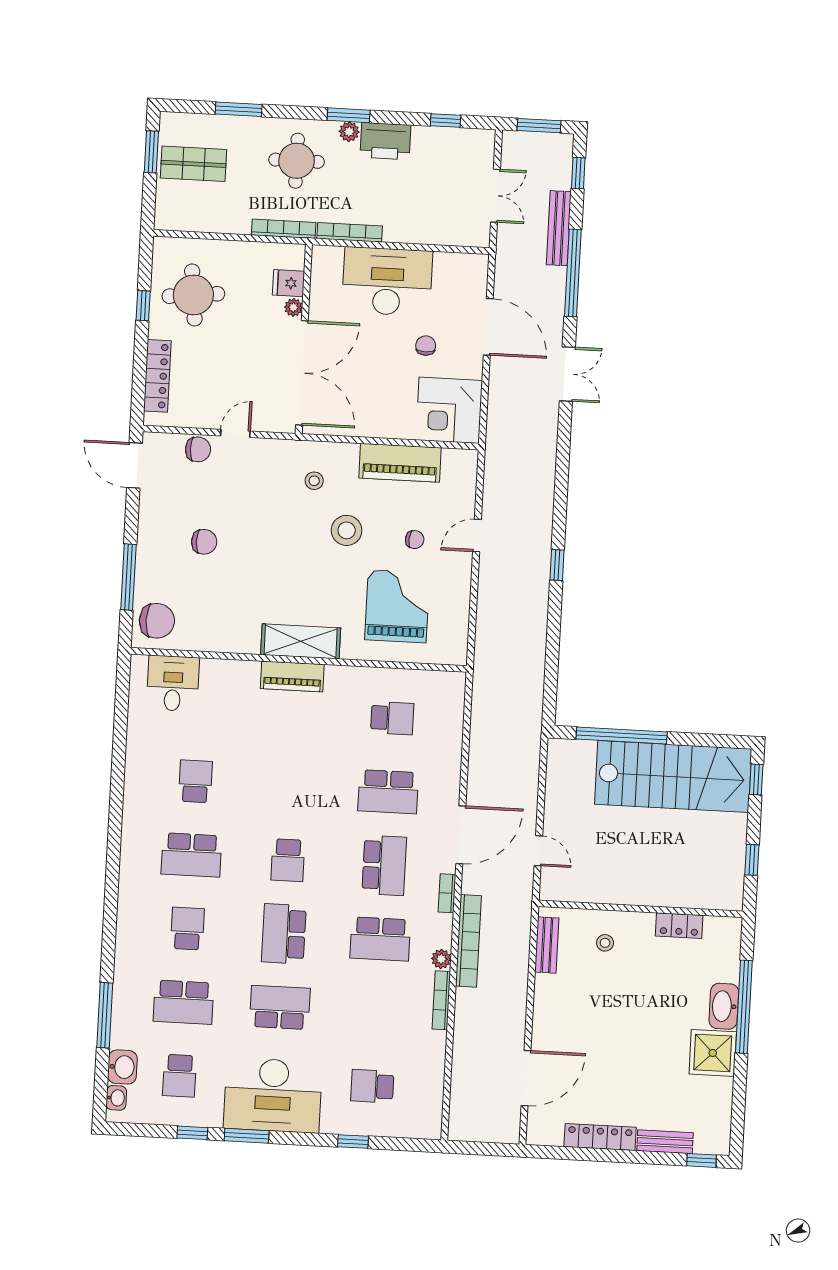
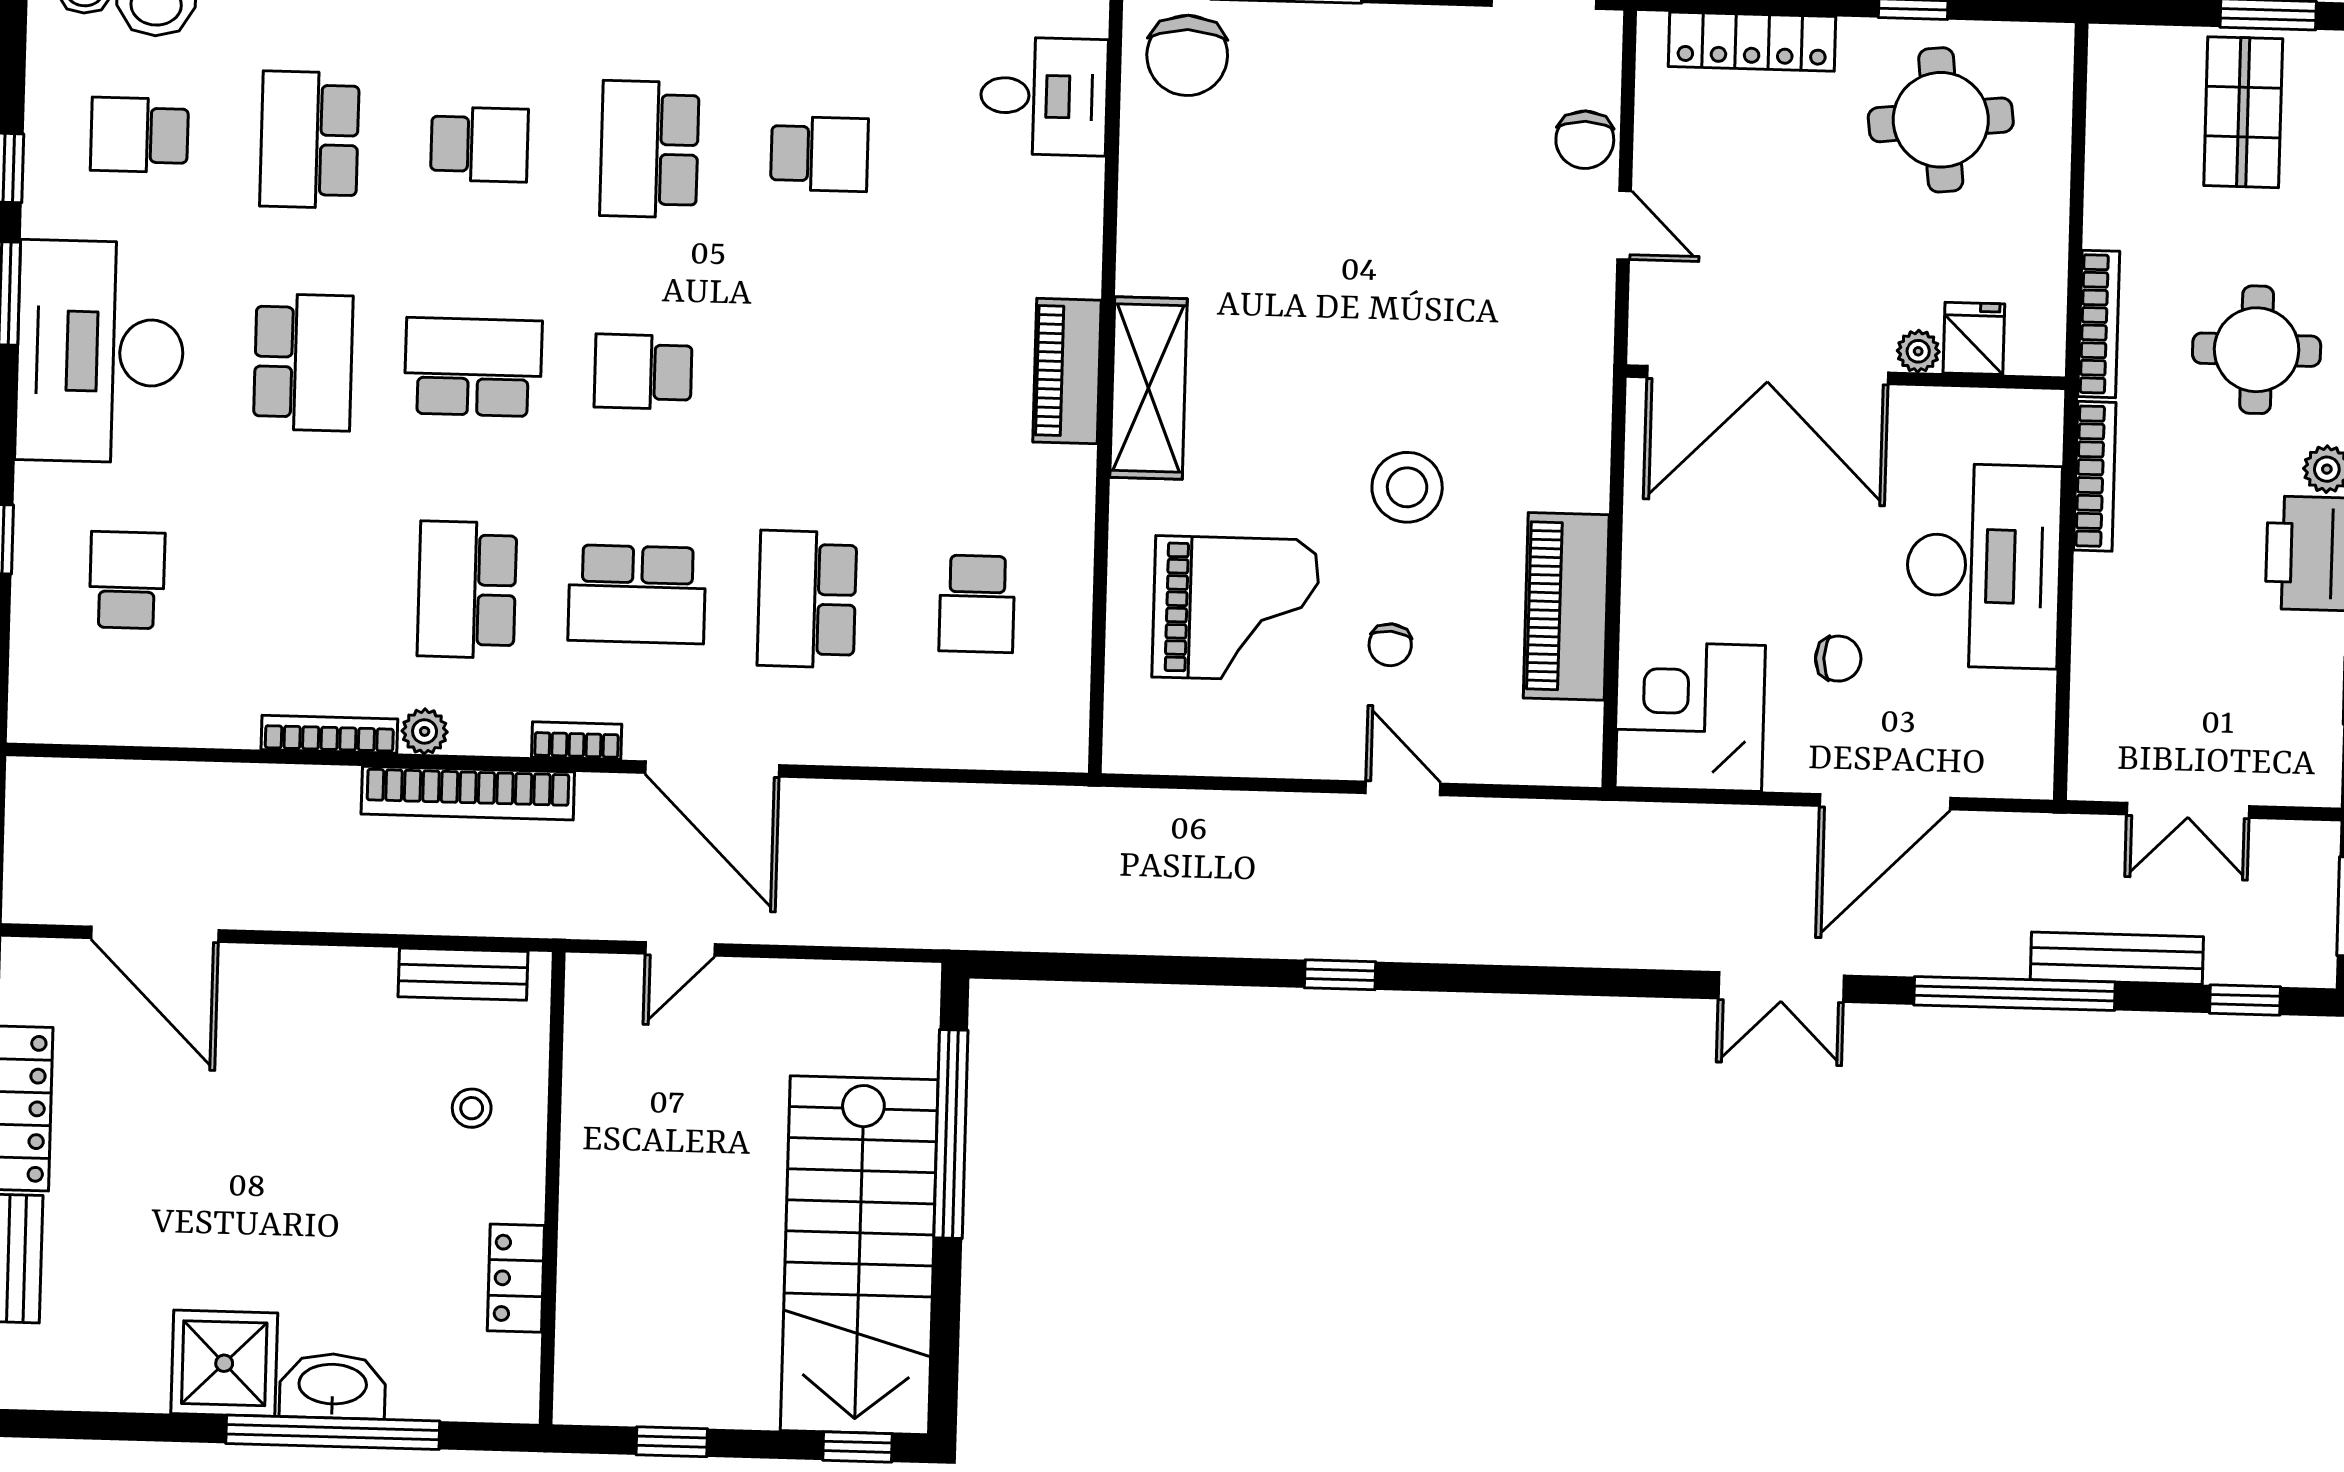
stool: (314, 481) -> (1520, 410), removed
chair: (204, 542) -> (1372, 159), removed

